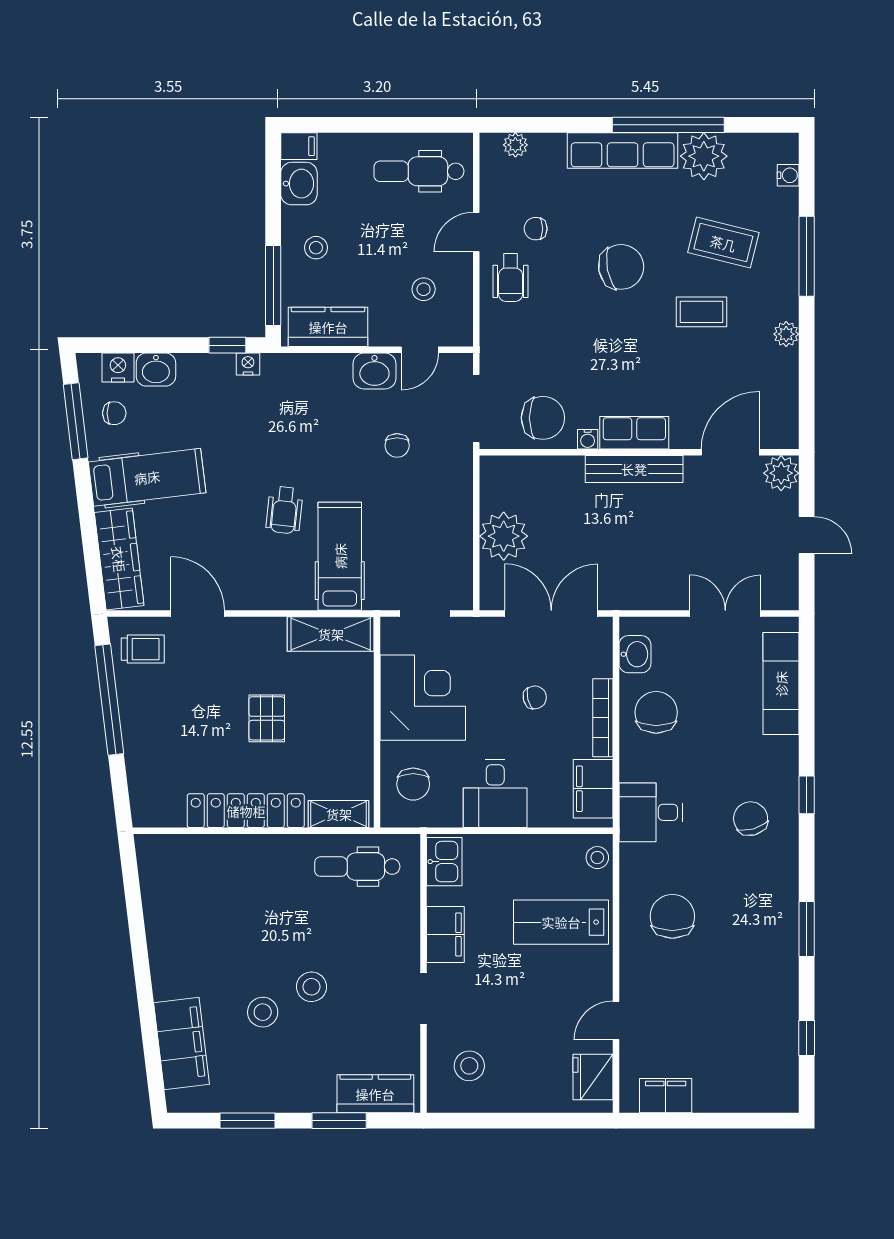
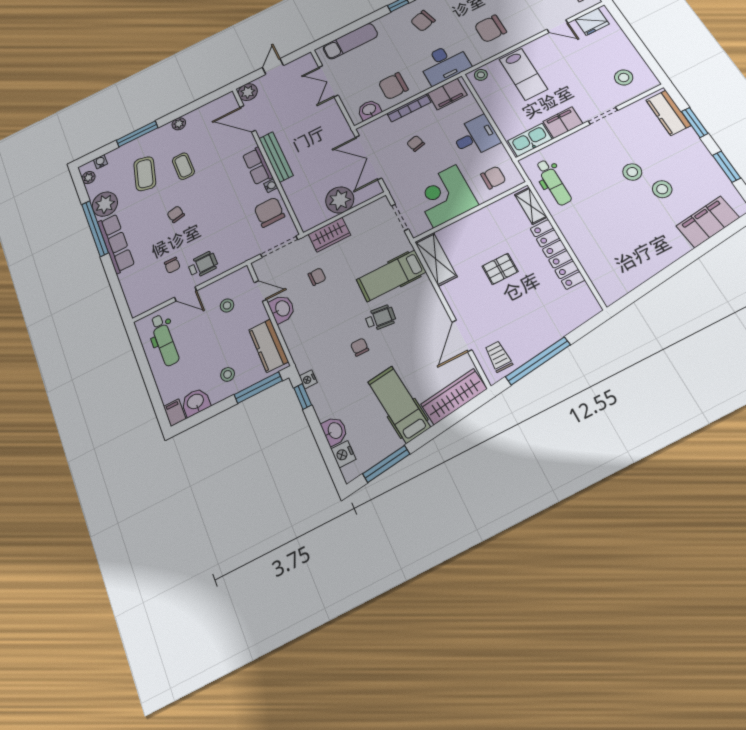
plant: (515, 145) -> (89, 178), moved
chair: (621, 267) -> (176, 214), width x0.54, depth x0.54
chair: (114, 413) -> (360, 347), moved
wardrobe: (455, 495) -> (330, 235), added
desk: (651, 812) -> (444, 63), width x1.37
kitchen sink: (444, 862) -> (530, 140), width x1.38

